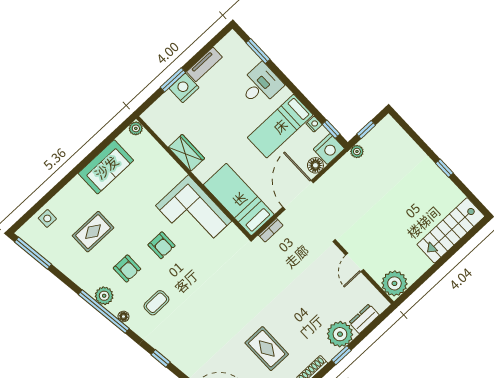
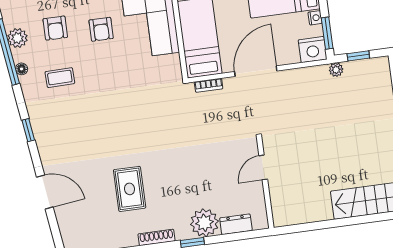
window: (331, 129) -> (327, 33), width x1.50
floor lamp: (315, 165) -> (290, 56), removed
plant: (394, 283) -> (286, 212), removed

